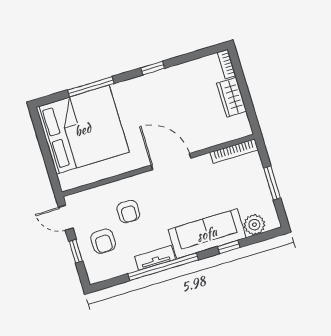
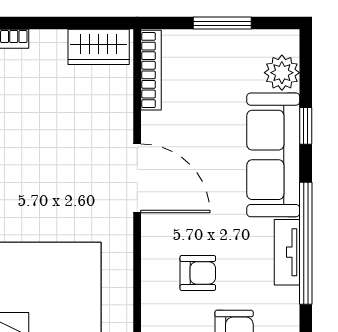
wardrobe: (232, 97) -> (99, 47), moved
door: (171, 162) -> (137, 178), swing flipped

